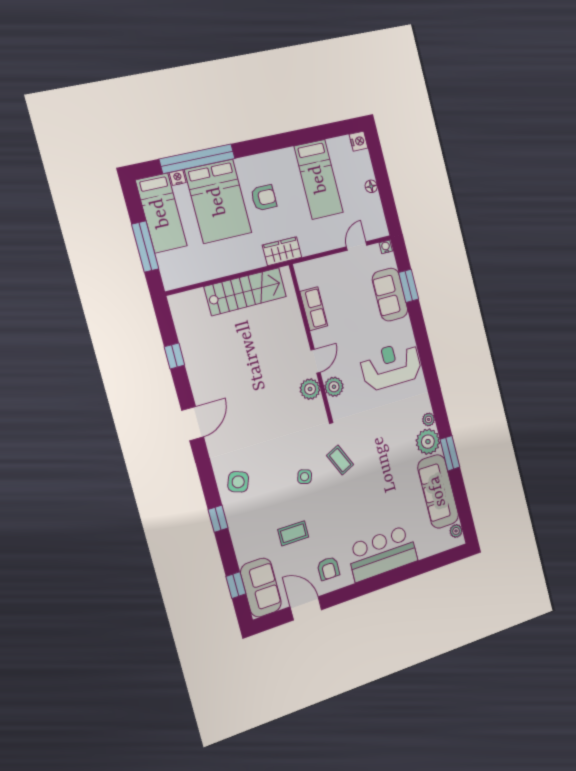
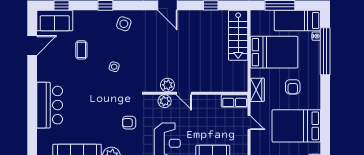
bed: (319, 179) -> (296, 126), width x1.50
bed: (218, 201) -> (274, 52), moved, turned 180
door: (357, 246) -> (249, 123), moved
stairs: (245, 292) -> (238, 35), moved
row of seats: (314, 309) -> (235, 101), moved
coffee table: (340, 460) -> (117, 93), removed
armchair: (328, 568) -> (129, 123), moved

